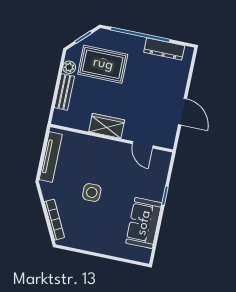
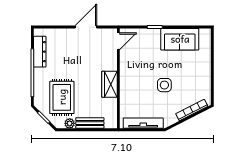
door: (143, 145) -> (118, 41), moved

